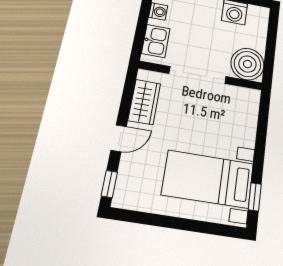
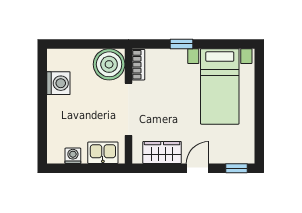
bookcase: (243, 94) -> (138, 65), added
door: (119, 138) -> (198, 168), hinge flipped
window: (255, 197) -> (182, 44), moved

